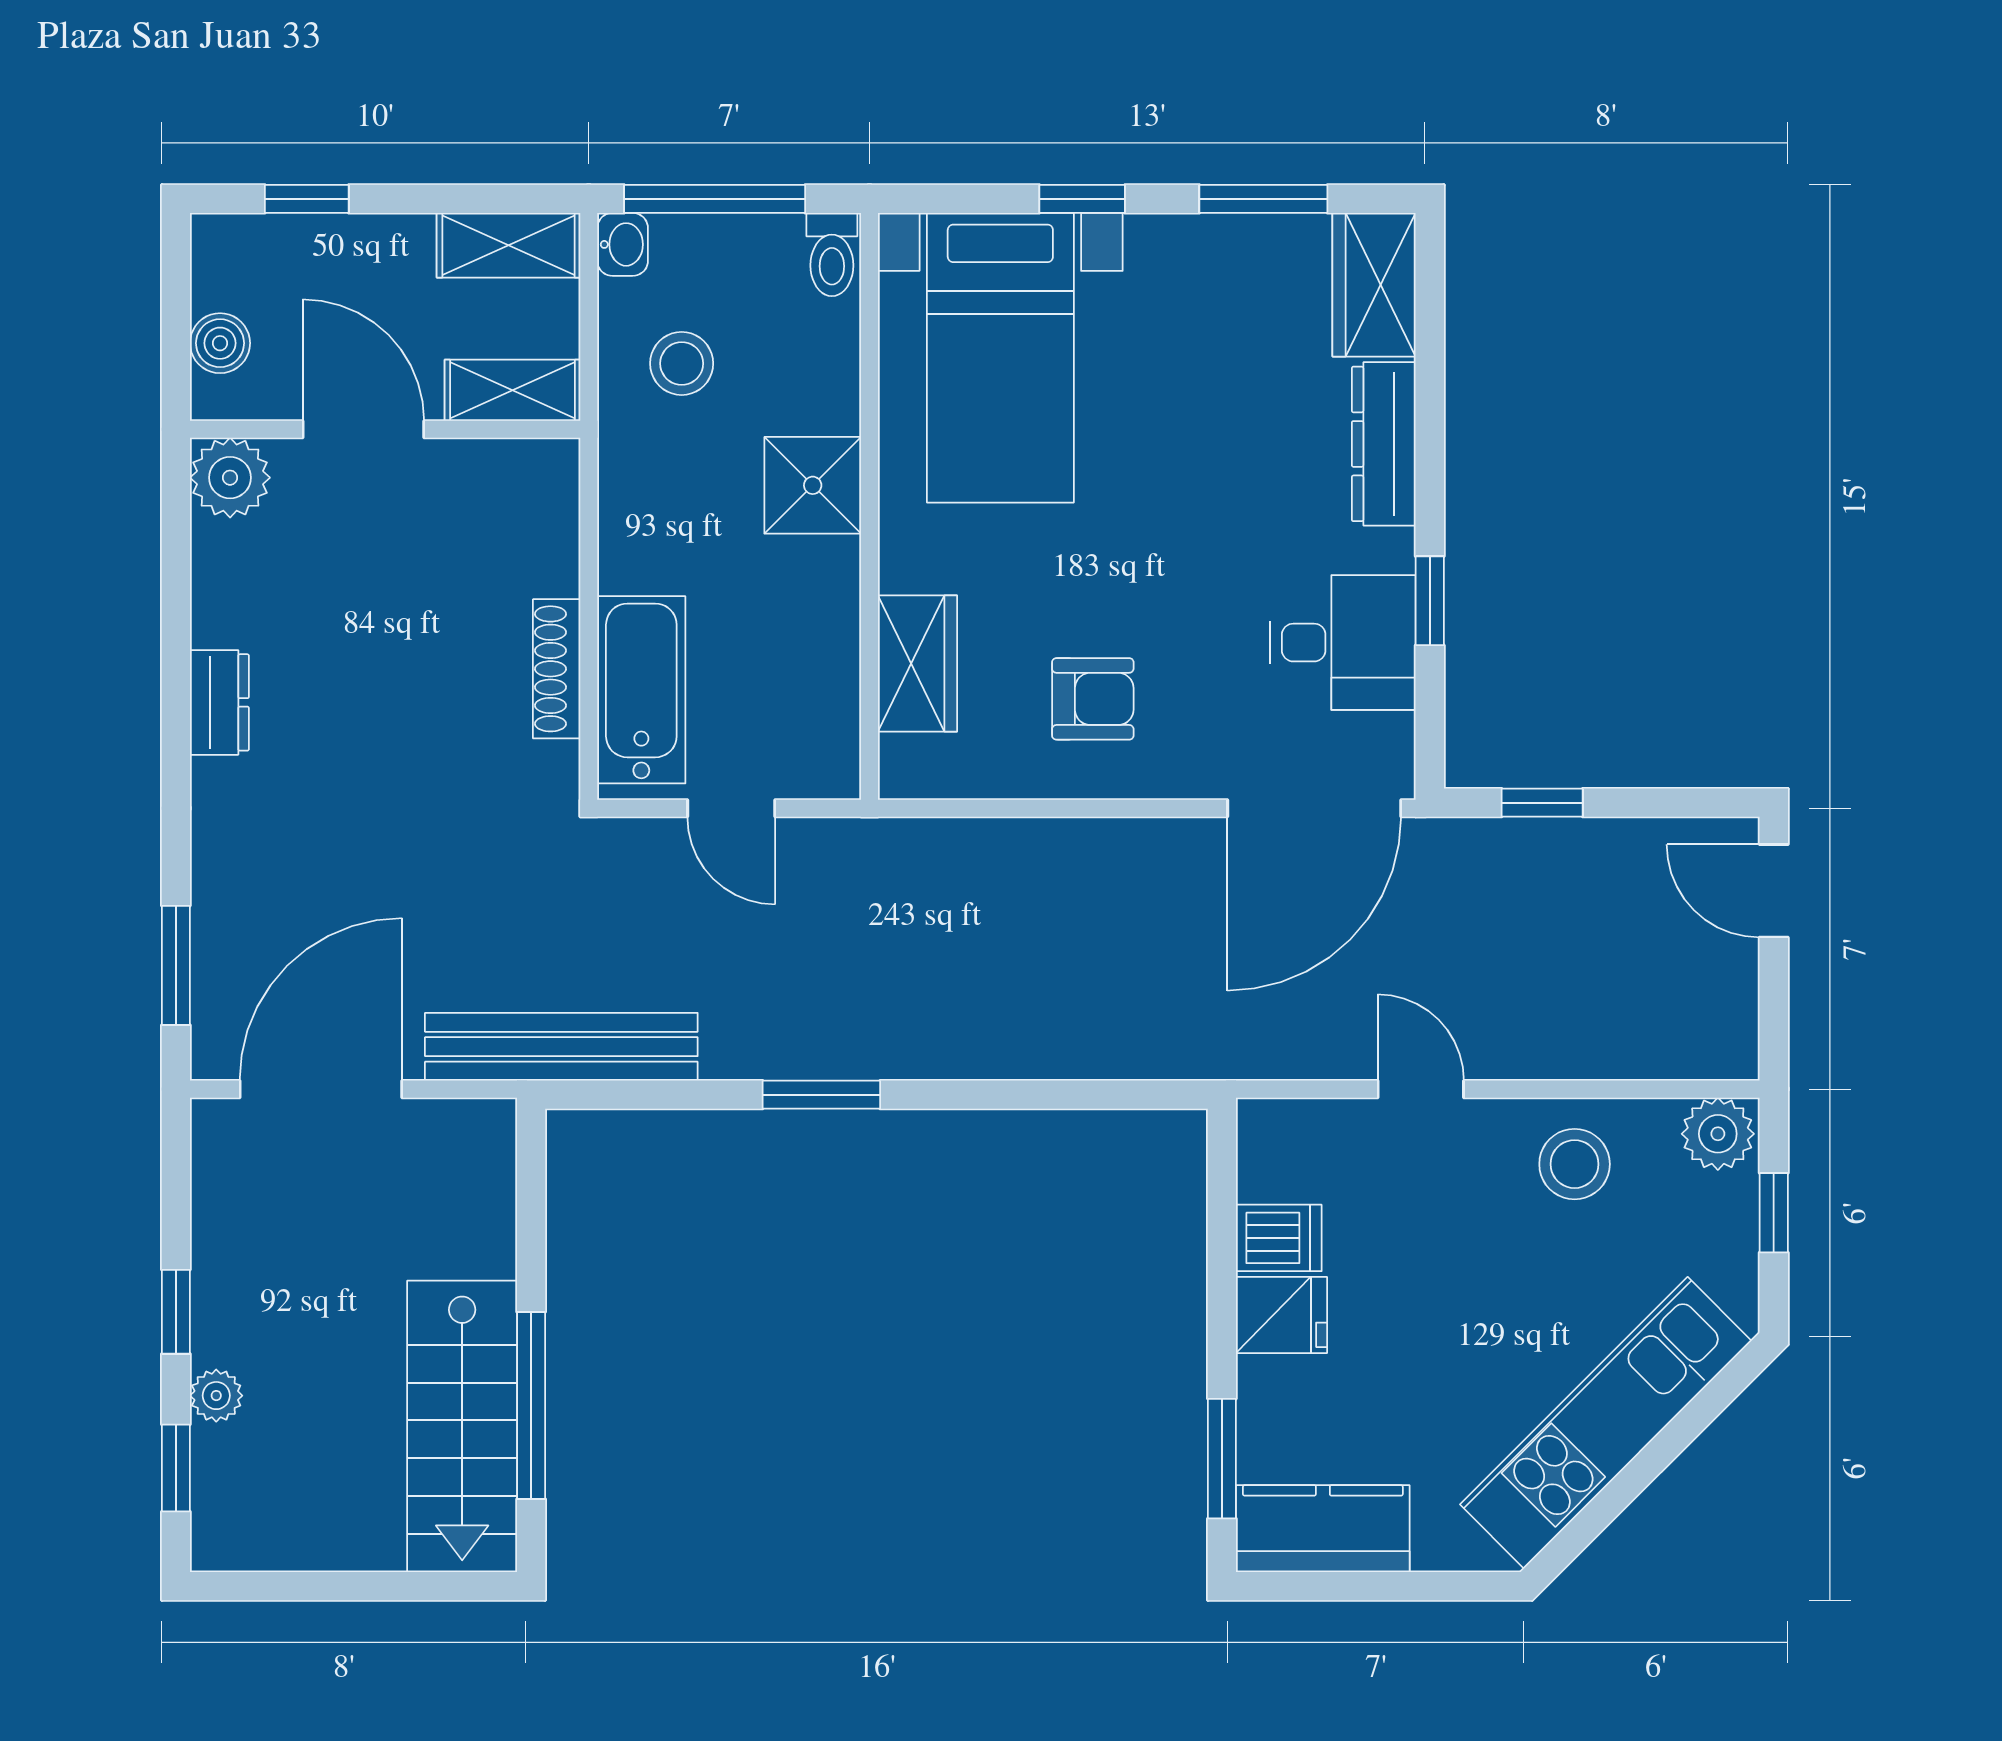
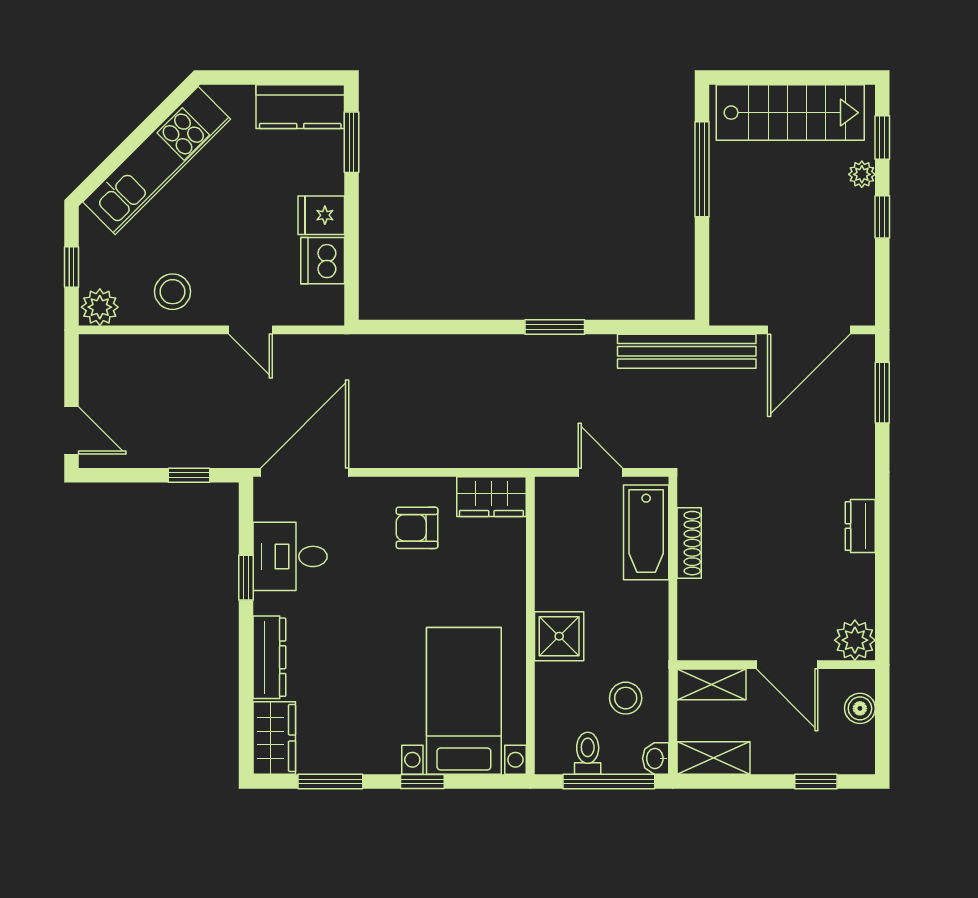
toilet: (832, 255) -> (588, 753), moved
wardrobe: (918, 664) -> (491, 497), moved, turned -90
dishwasher: (1279, 1238) -> (323, 261), width x1.38
stairs: (462, 1426) -> (790, 113), moved, turned 90

